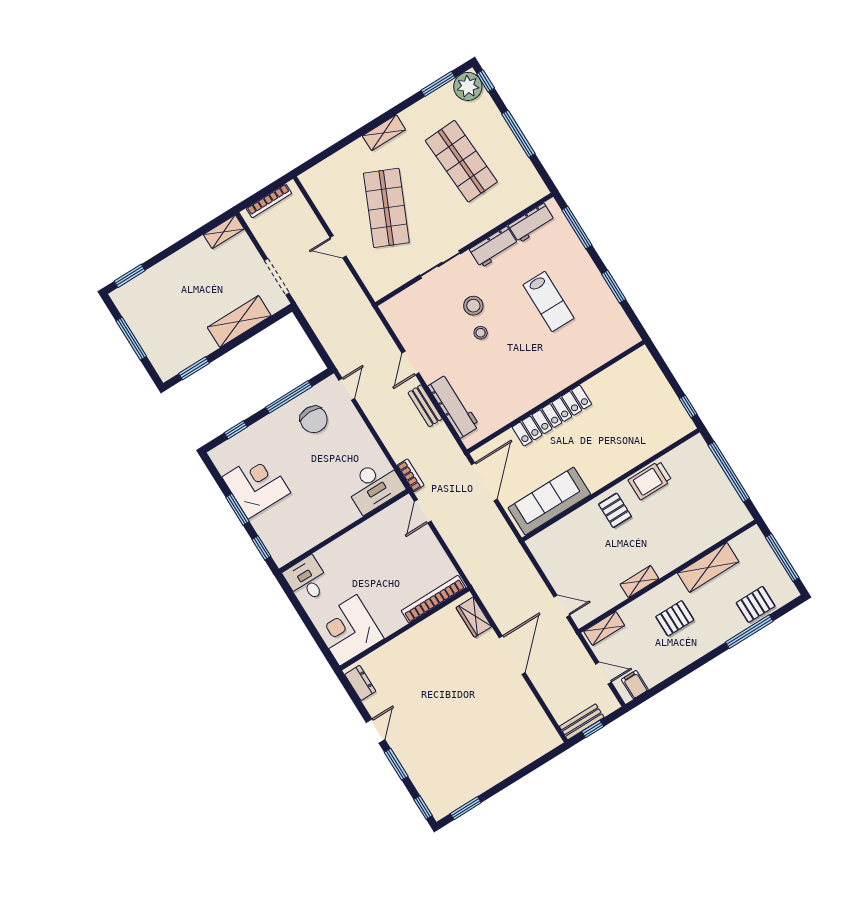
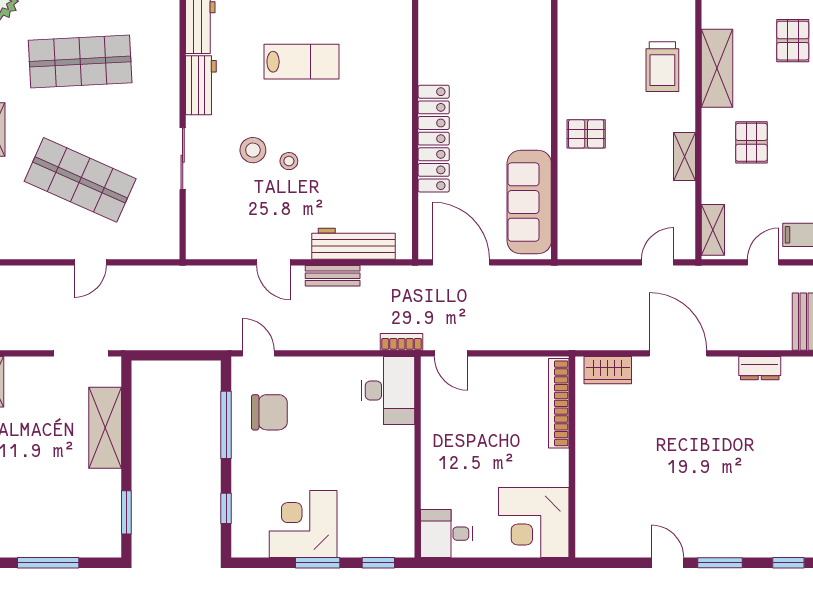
trolley: (650, 480) -> (662, 67), moved
dresser: (360, 683) -> (760, 368), moved, turned 180

